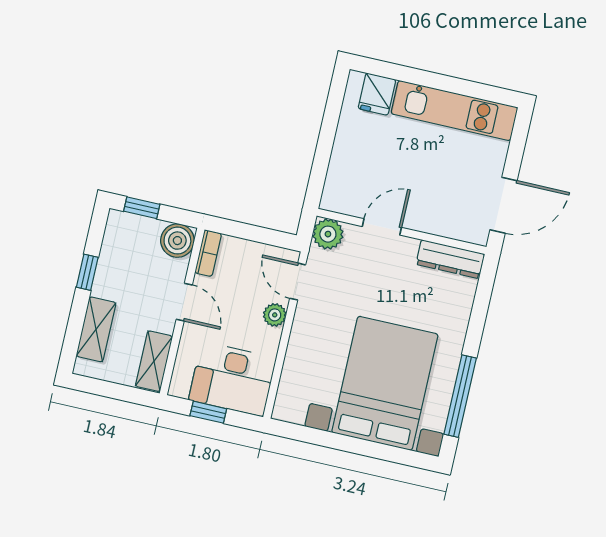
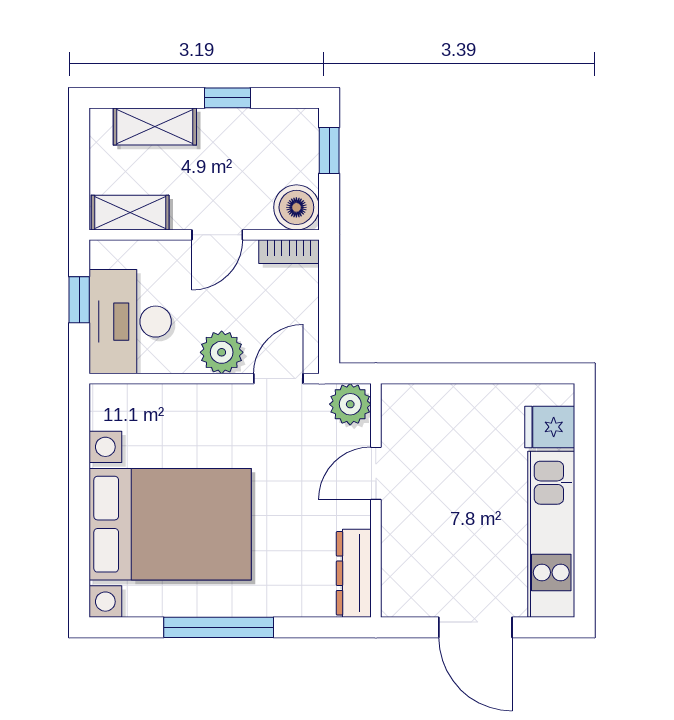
door: (503, 205) -> (475, 627), moved
door: (382, 227) -> (376, 473), swing flipped
plant: (275, 315) -> (222, 352), width x1.38, depth x1.38
window: (460, 396) -> (219, 627), moved

